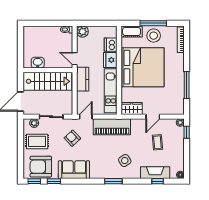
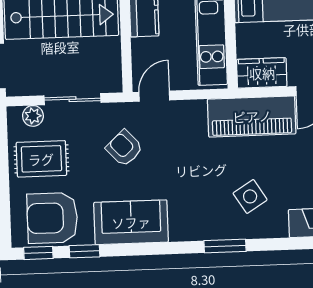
piano: (112, 127) -> (252, 116), moved

